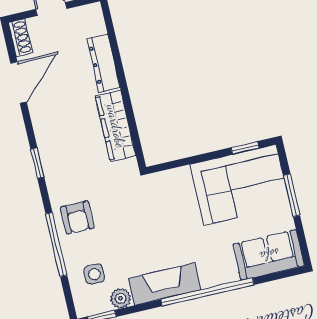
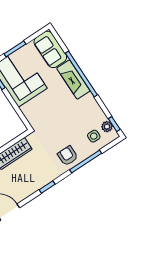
armchair: (77, 218) -> (68, 156), turned -90
fireplace: (164, 284) -> (73, 80), moved
plant: (121, 298) -> (107, 127), moved

